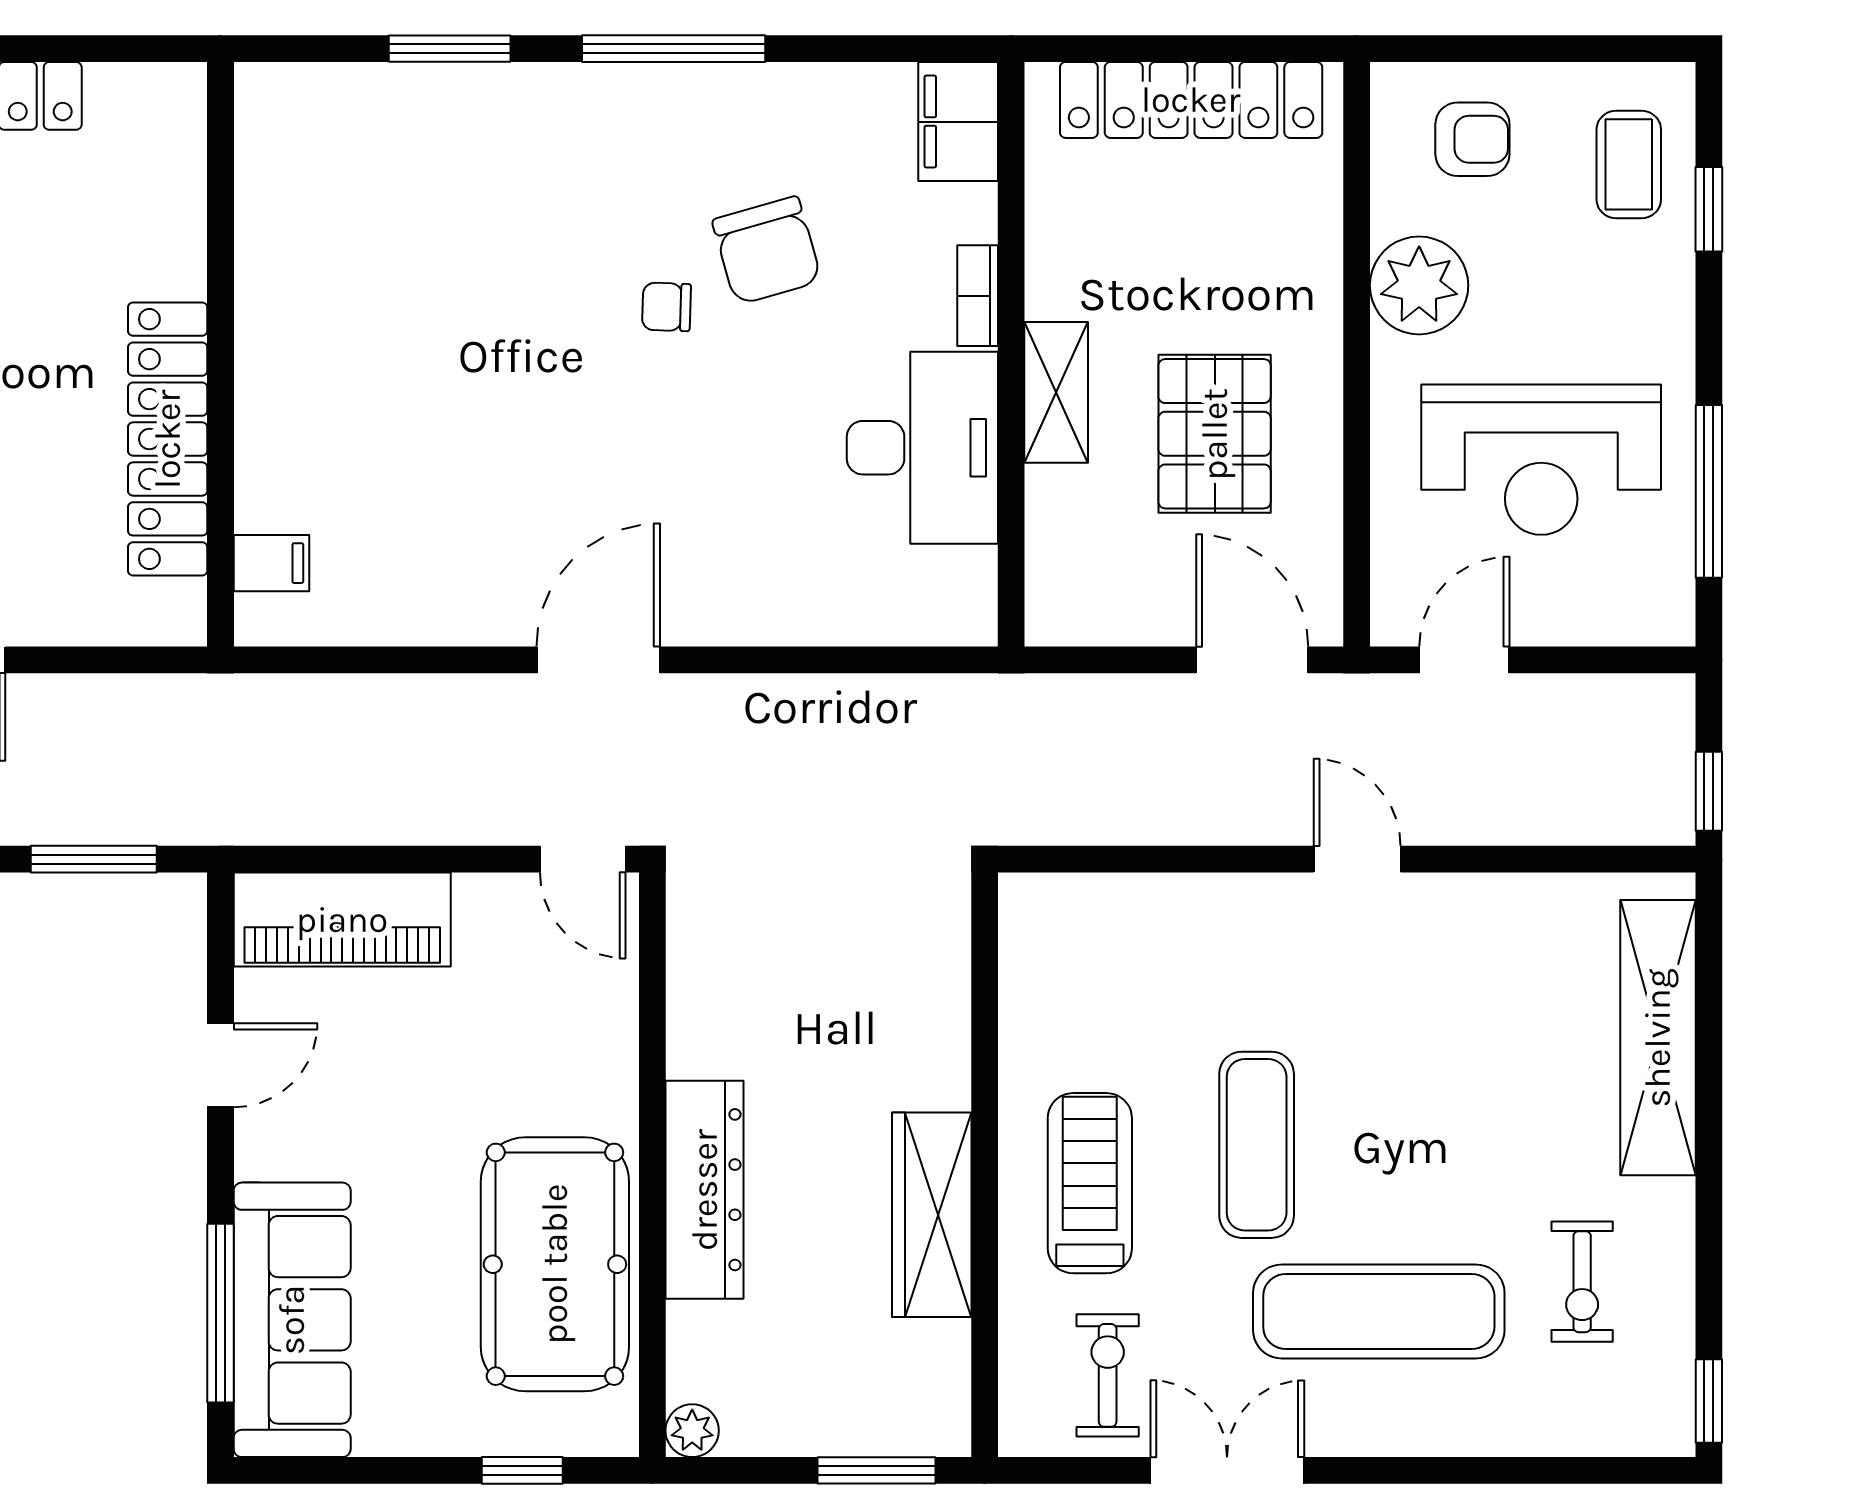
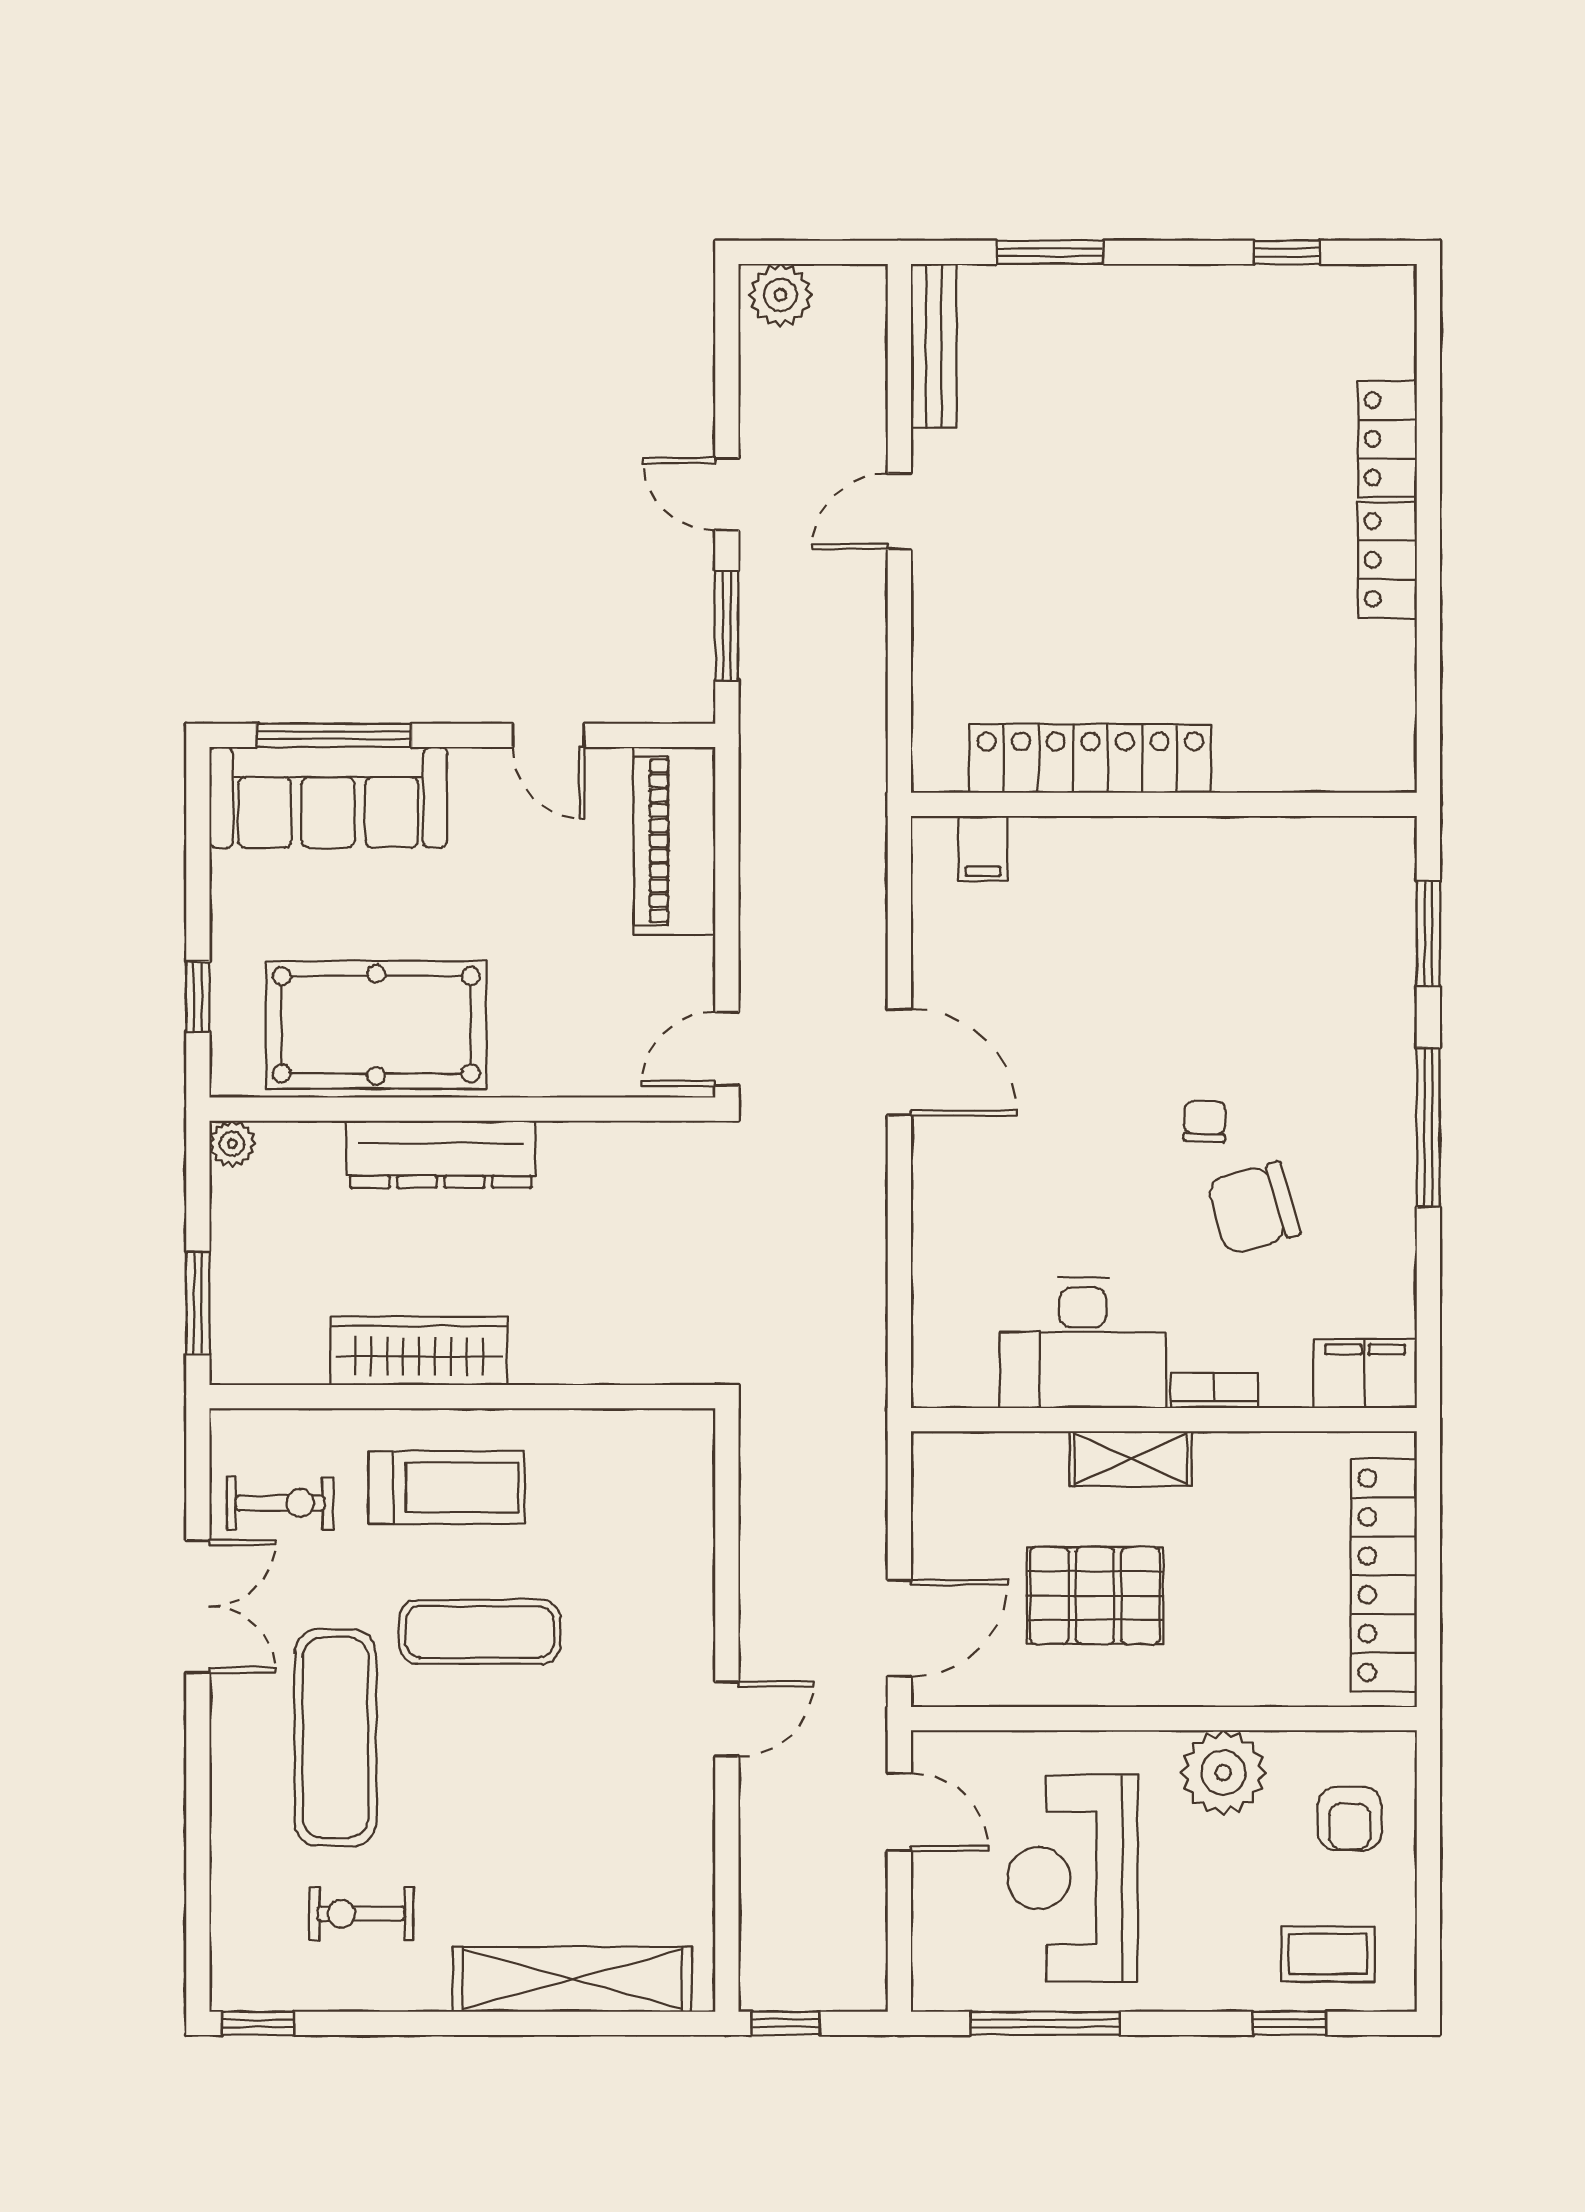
wall: (220, 354) -> (1164, 804), moved
locker: (168, 439) -> (1090, 759), moved
filing cabinet: (271, 563) -> (983, 848), moved

